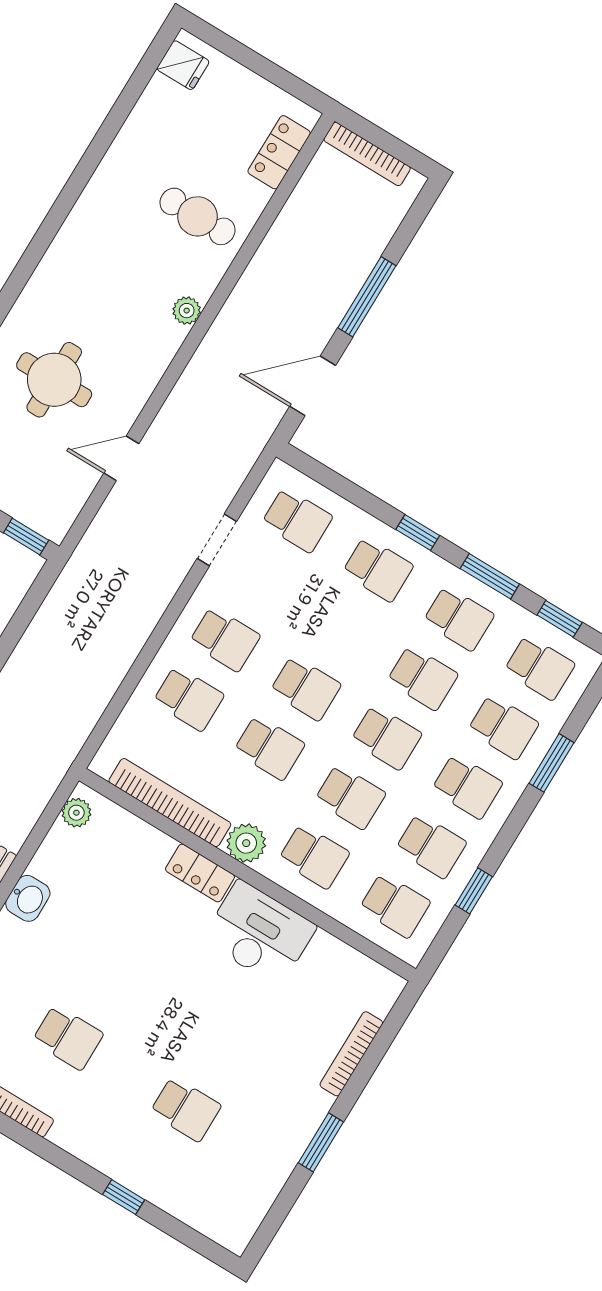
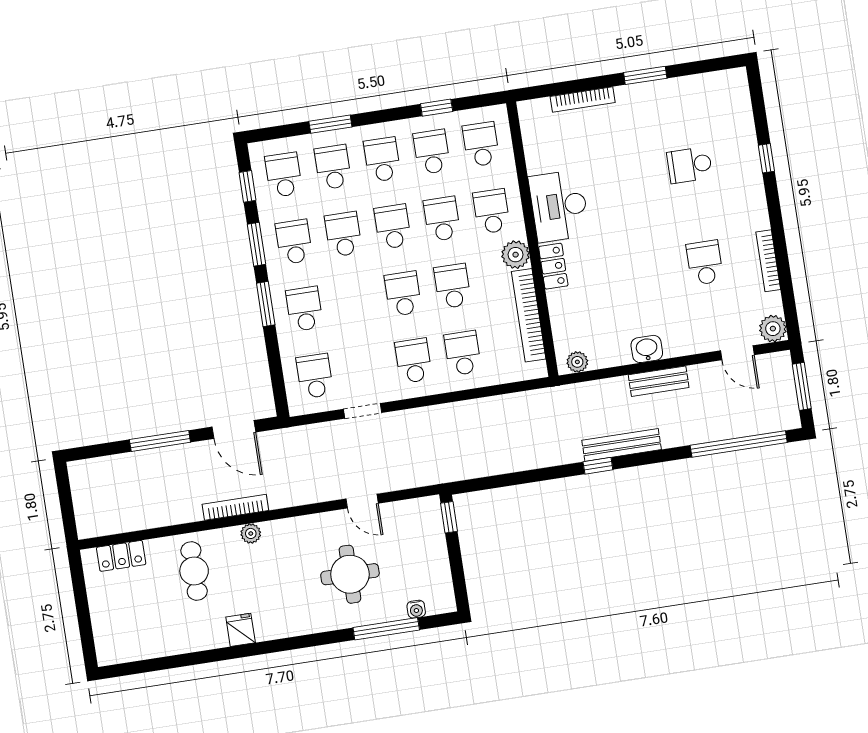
fridge: (183, 65) -> (241, 630), moved
bookcase: (367, 154) -> (235, 507), moved, turned -90
window: (418, 532) -> (266, 304), width x1.50
school desk: (186, 1109) -> (690, 165), turned -90

